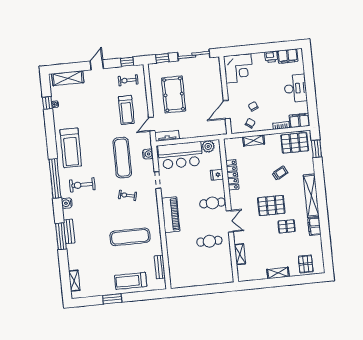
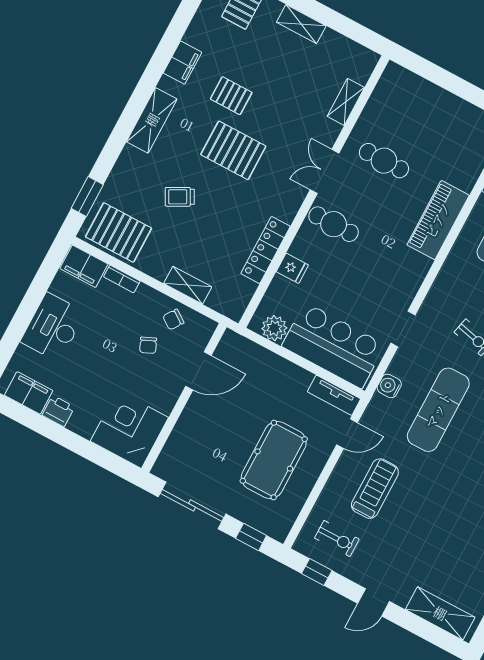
shelving: (311, 196) -> (152, 120), width x0.68
piano: (171, 215) -> (438, 220), moved

